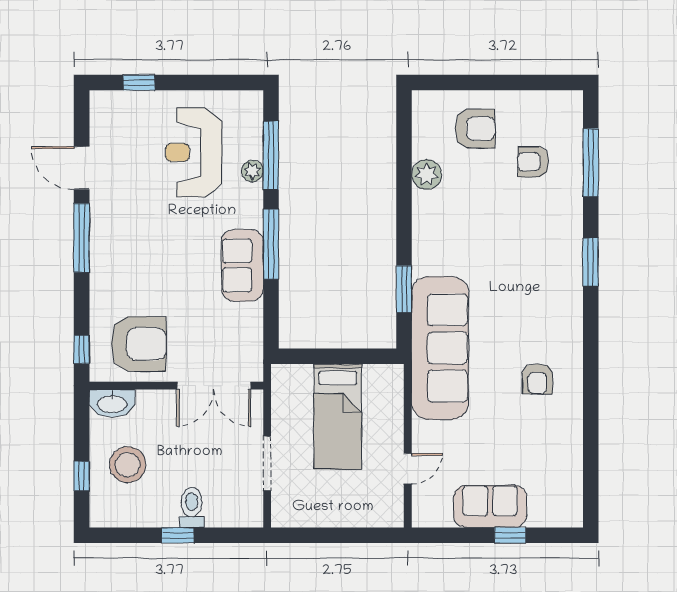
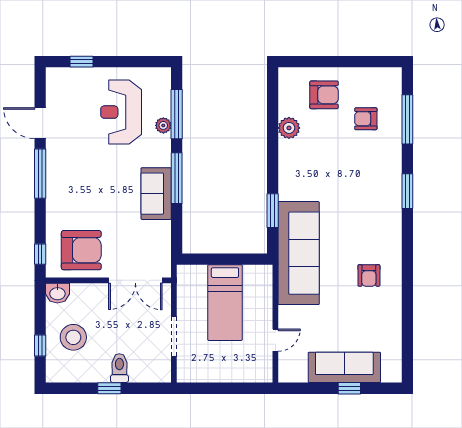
washbasin: (112, 403) -> (57, 293), width x0.72
sofa: (490, 506) -> (344, 367), width x1.36

